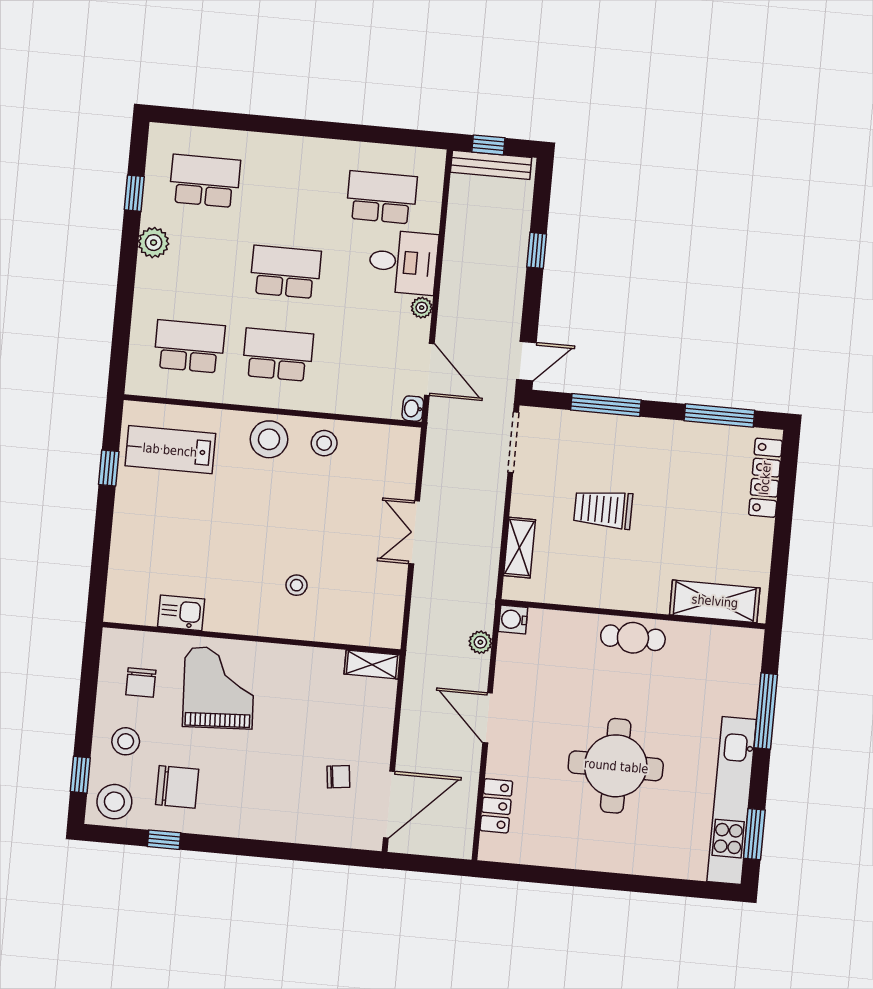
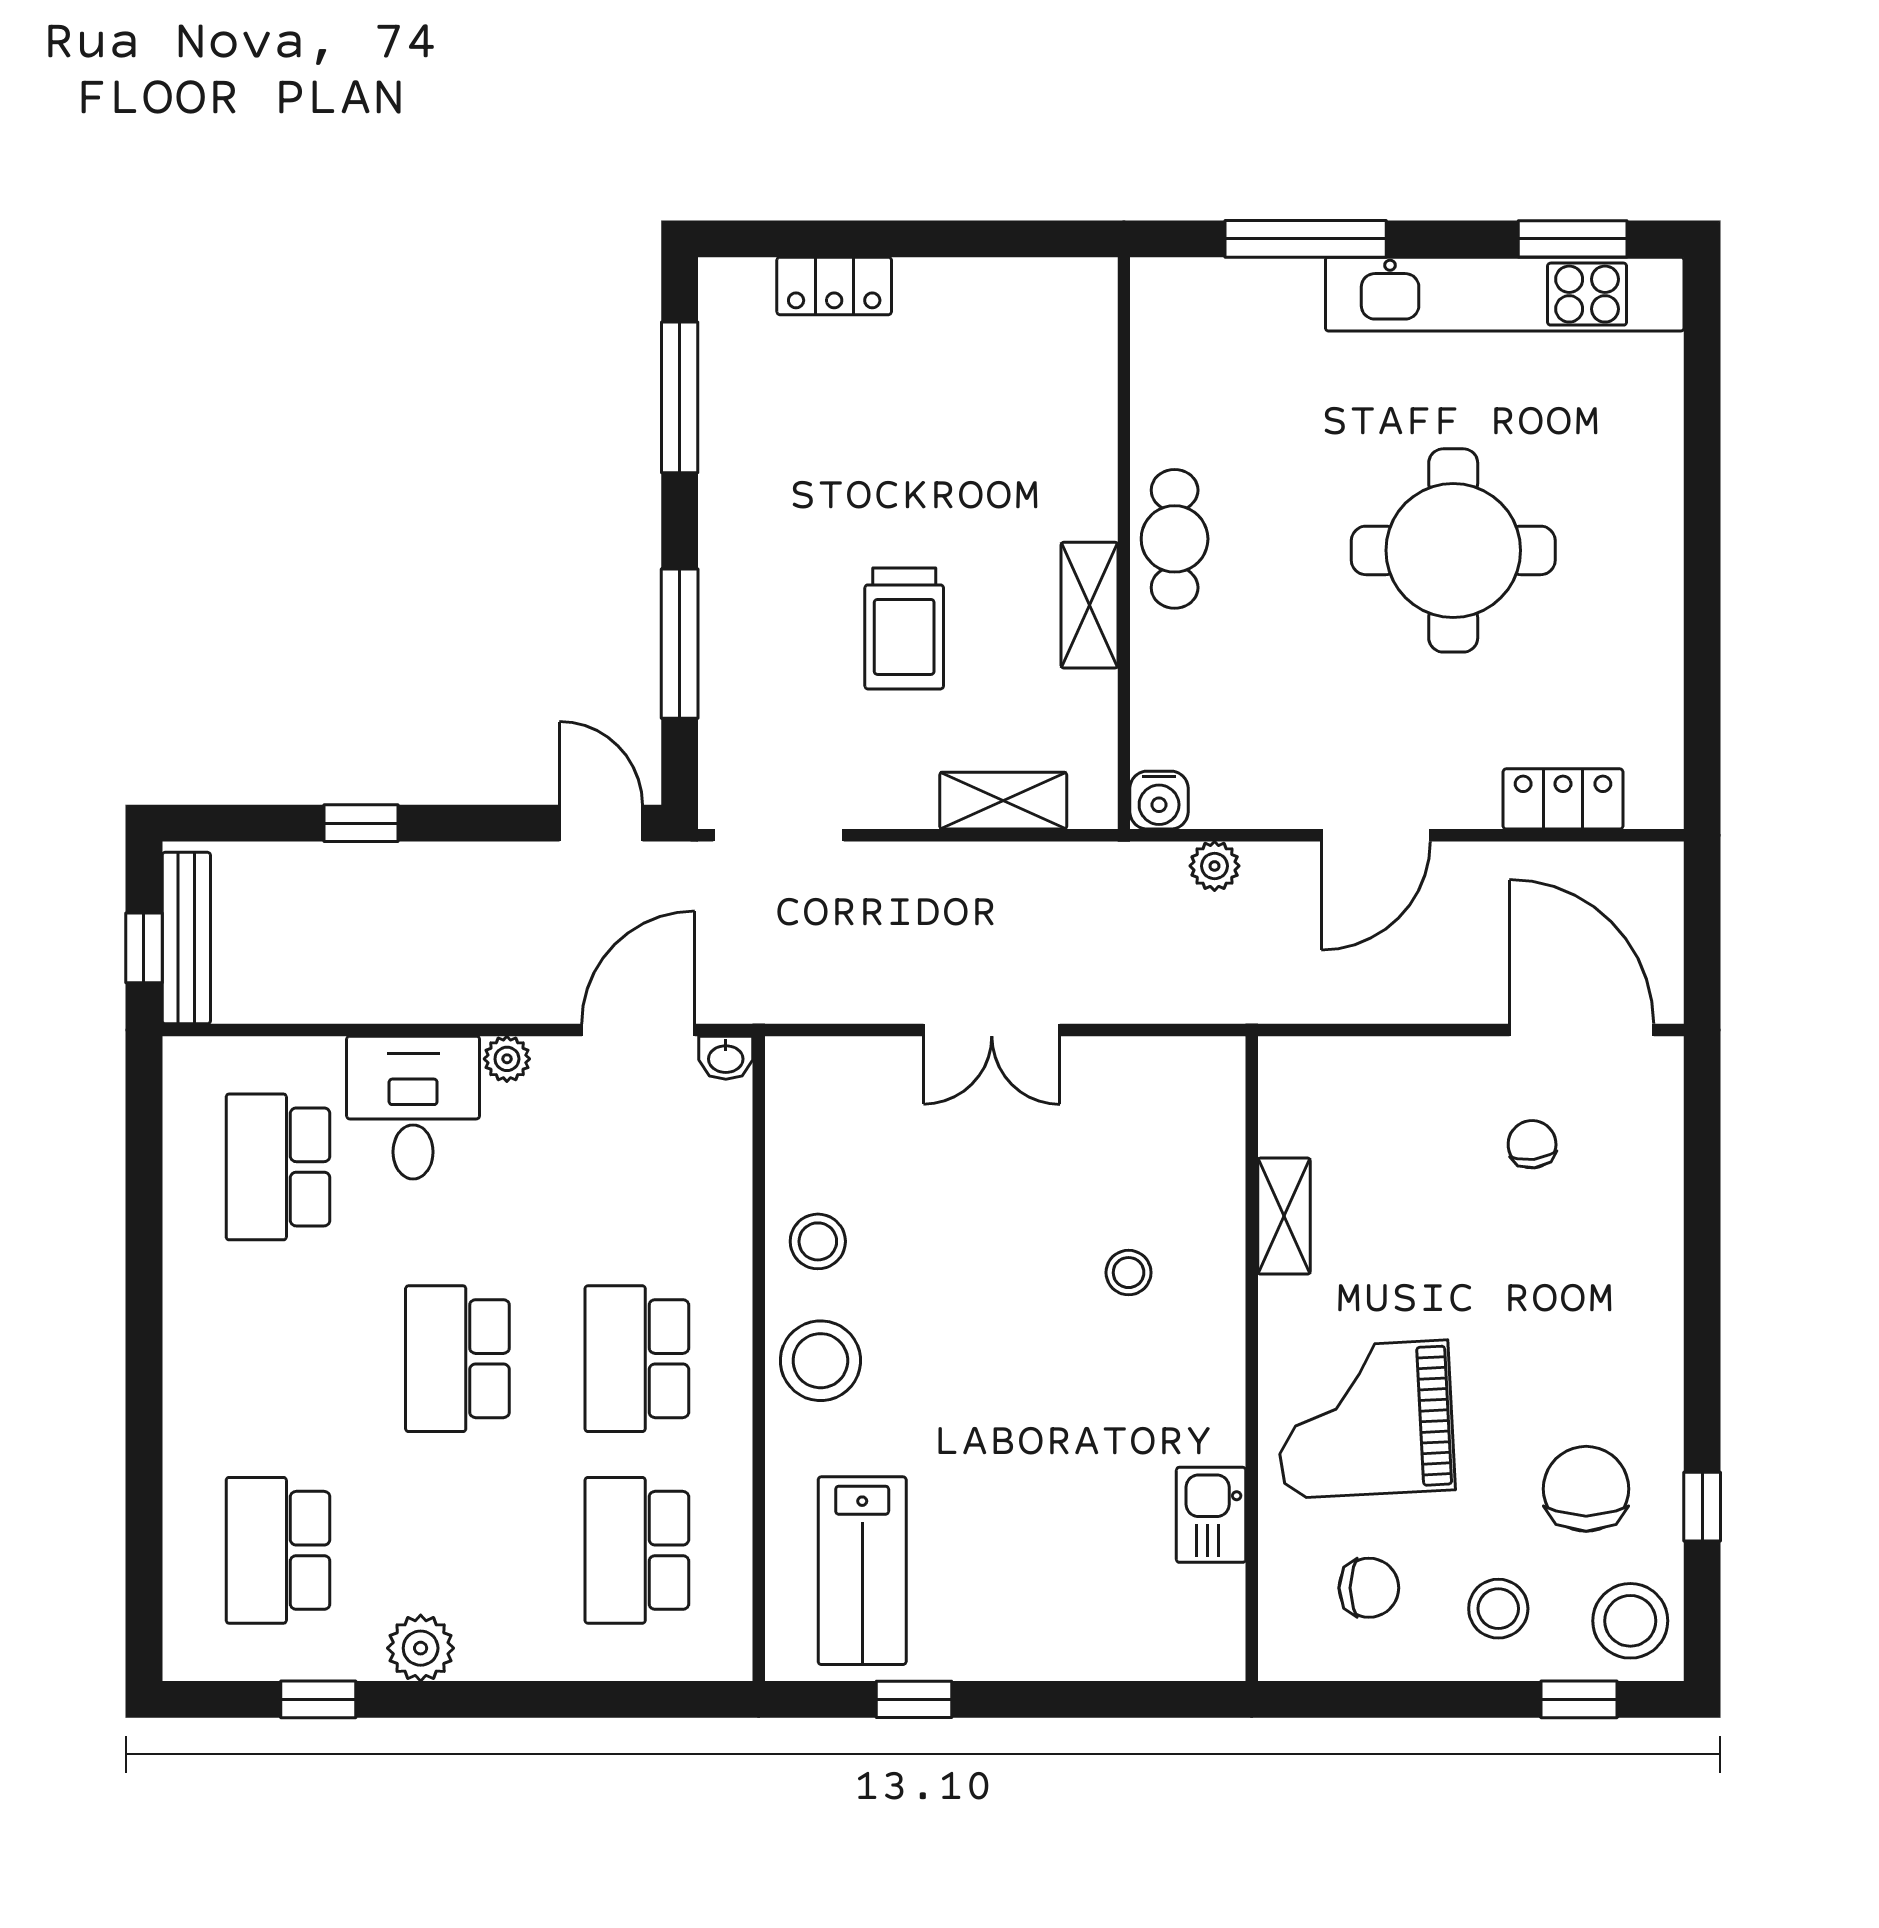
locker: (765, 478) -> (834, 286), width x0.66
shelving: (715, 601) -> (1089, 605), moved, width x0.67, depth x0.75
shelving: (372, 664) -> (1284, 1216), moved

